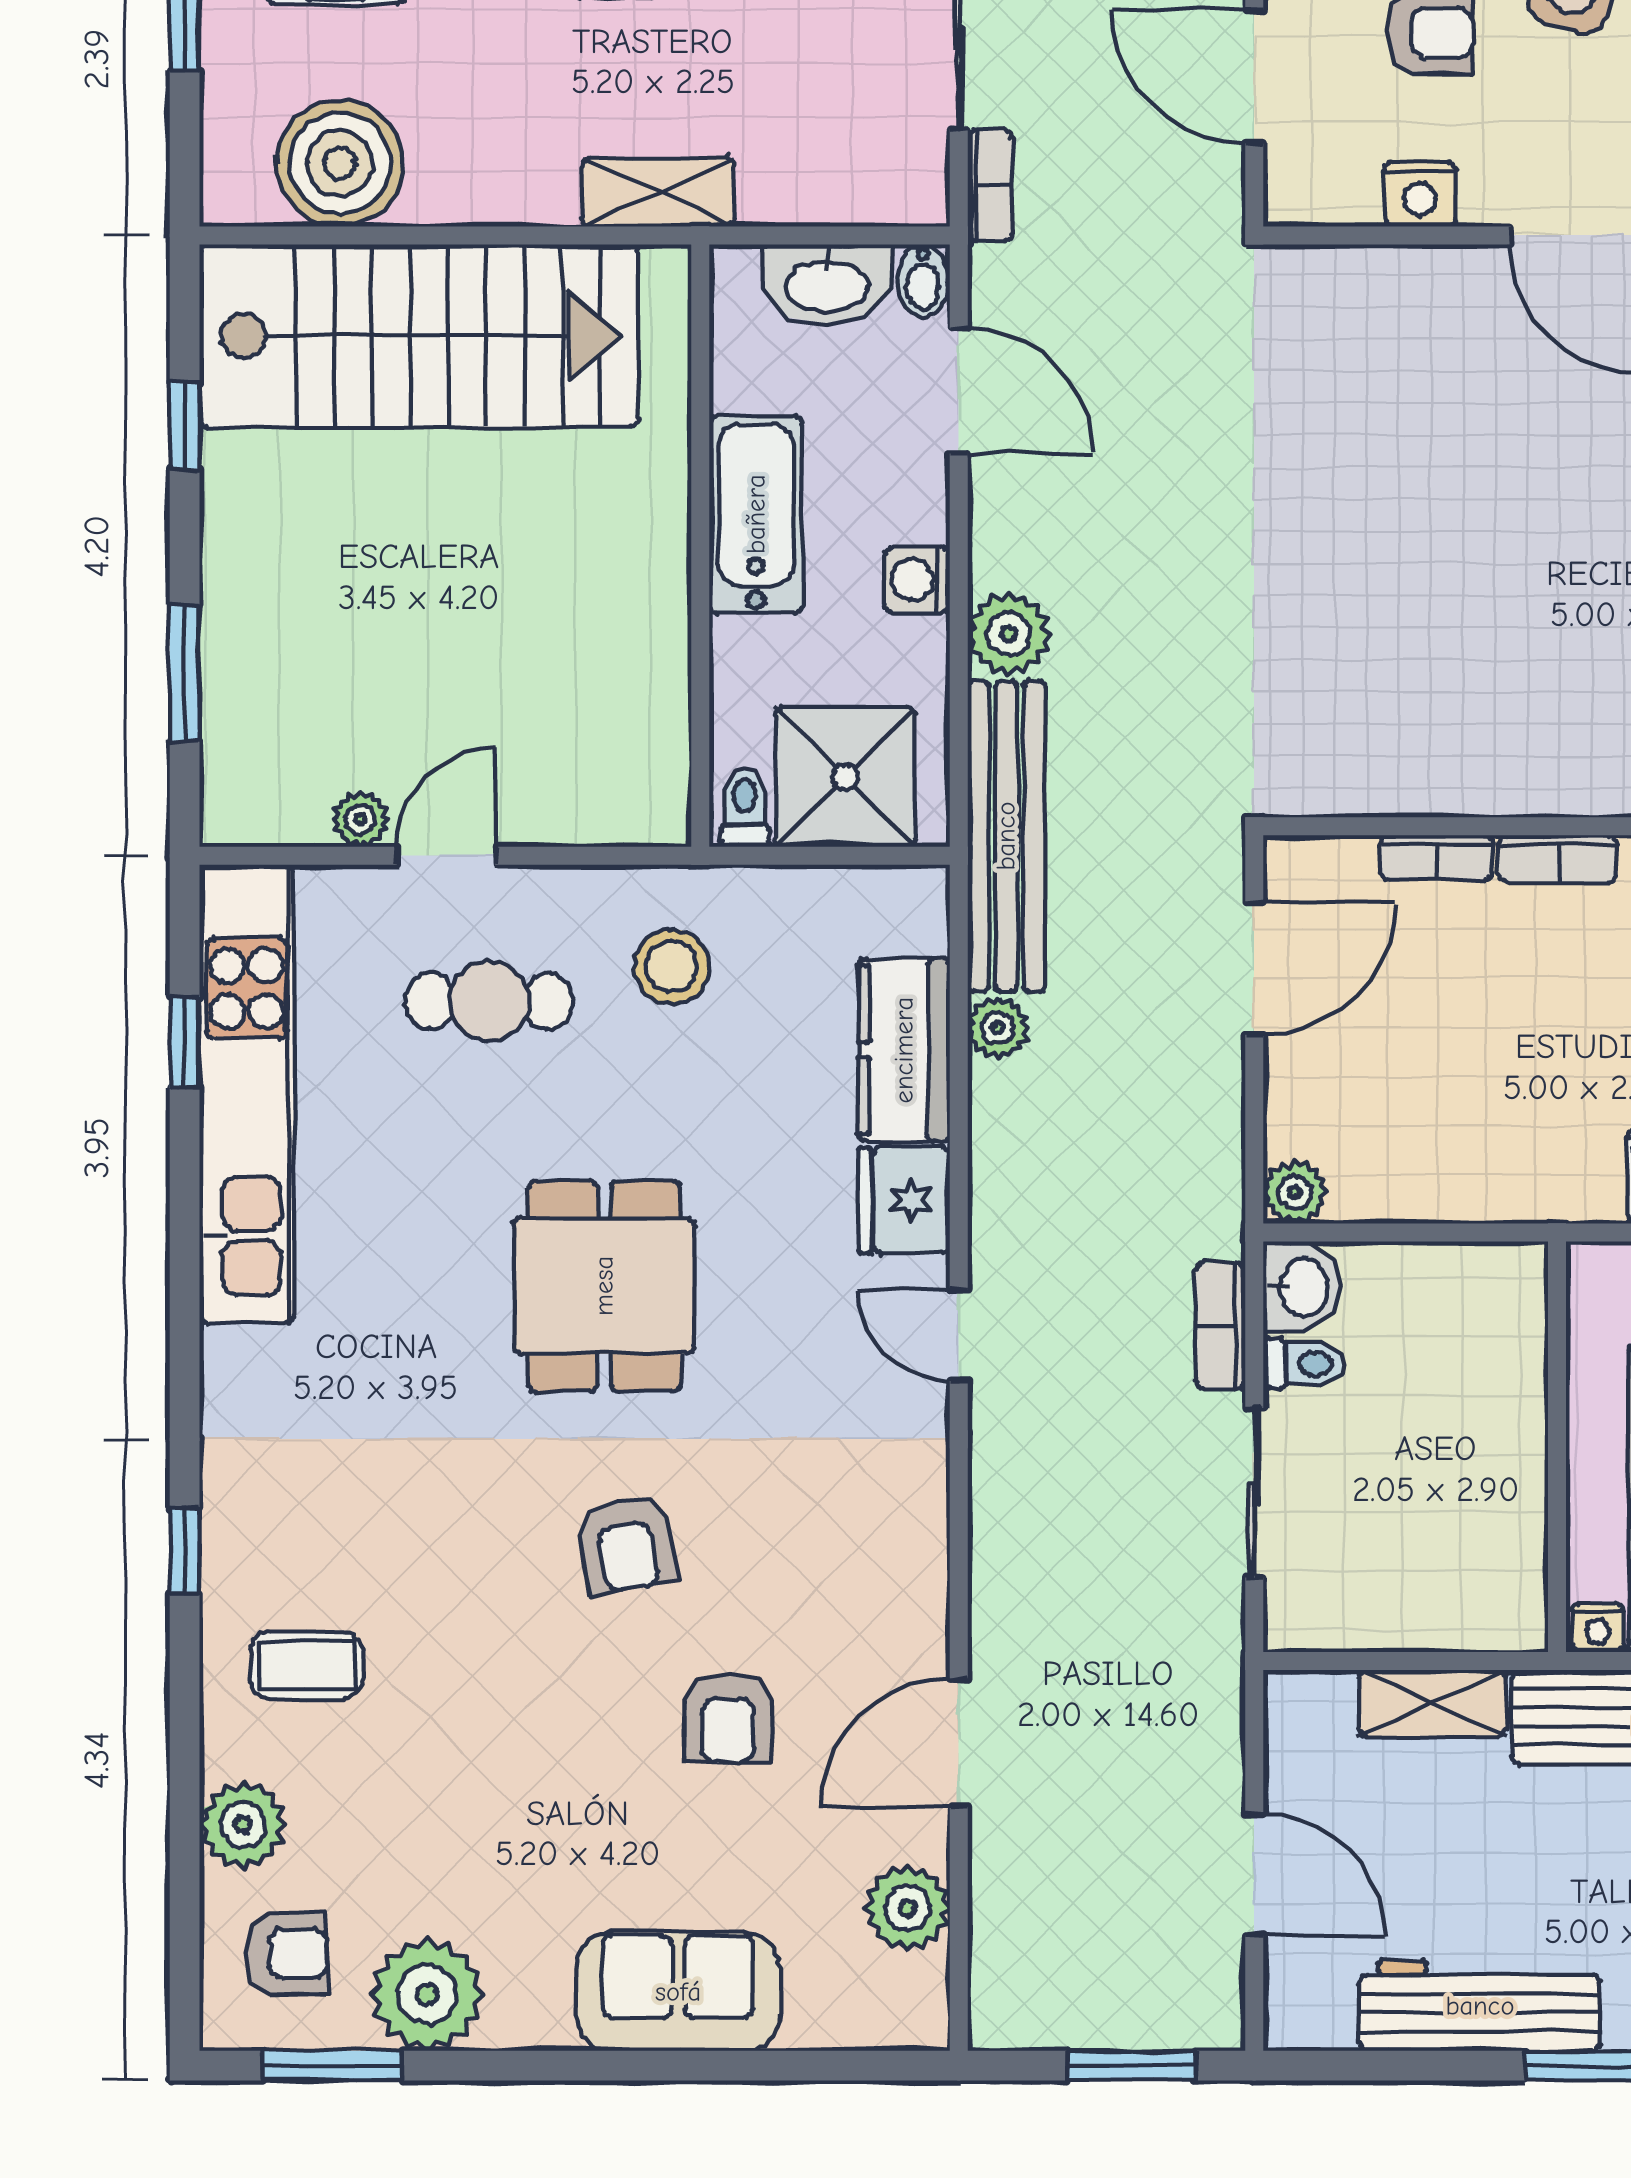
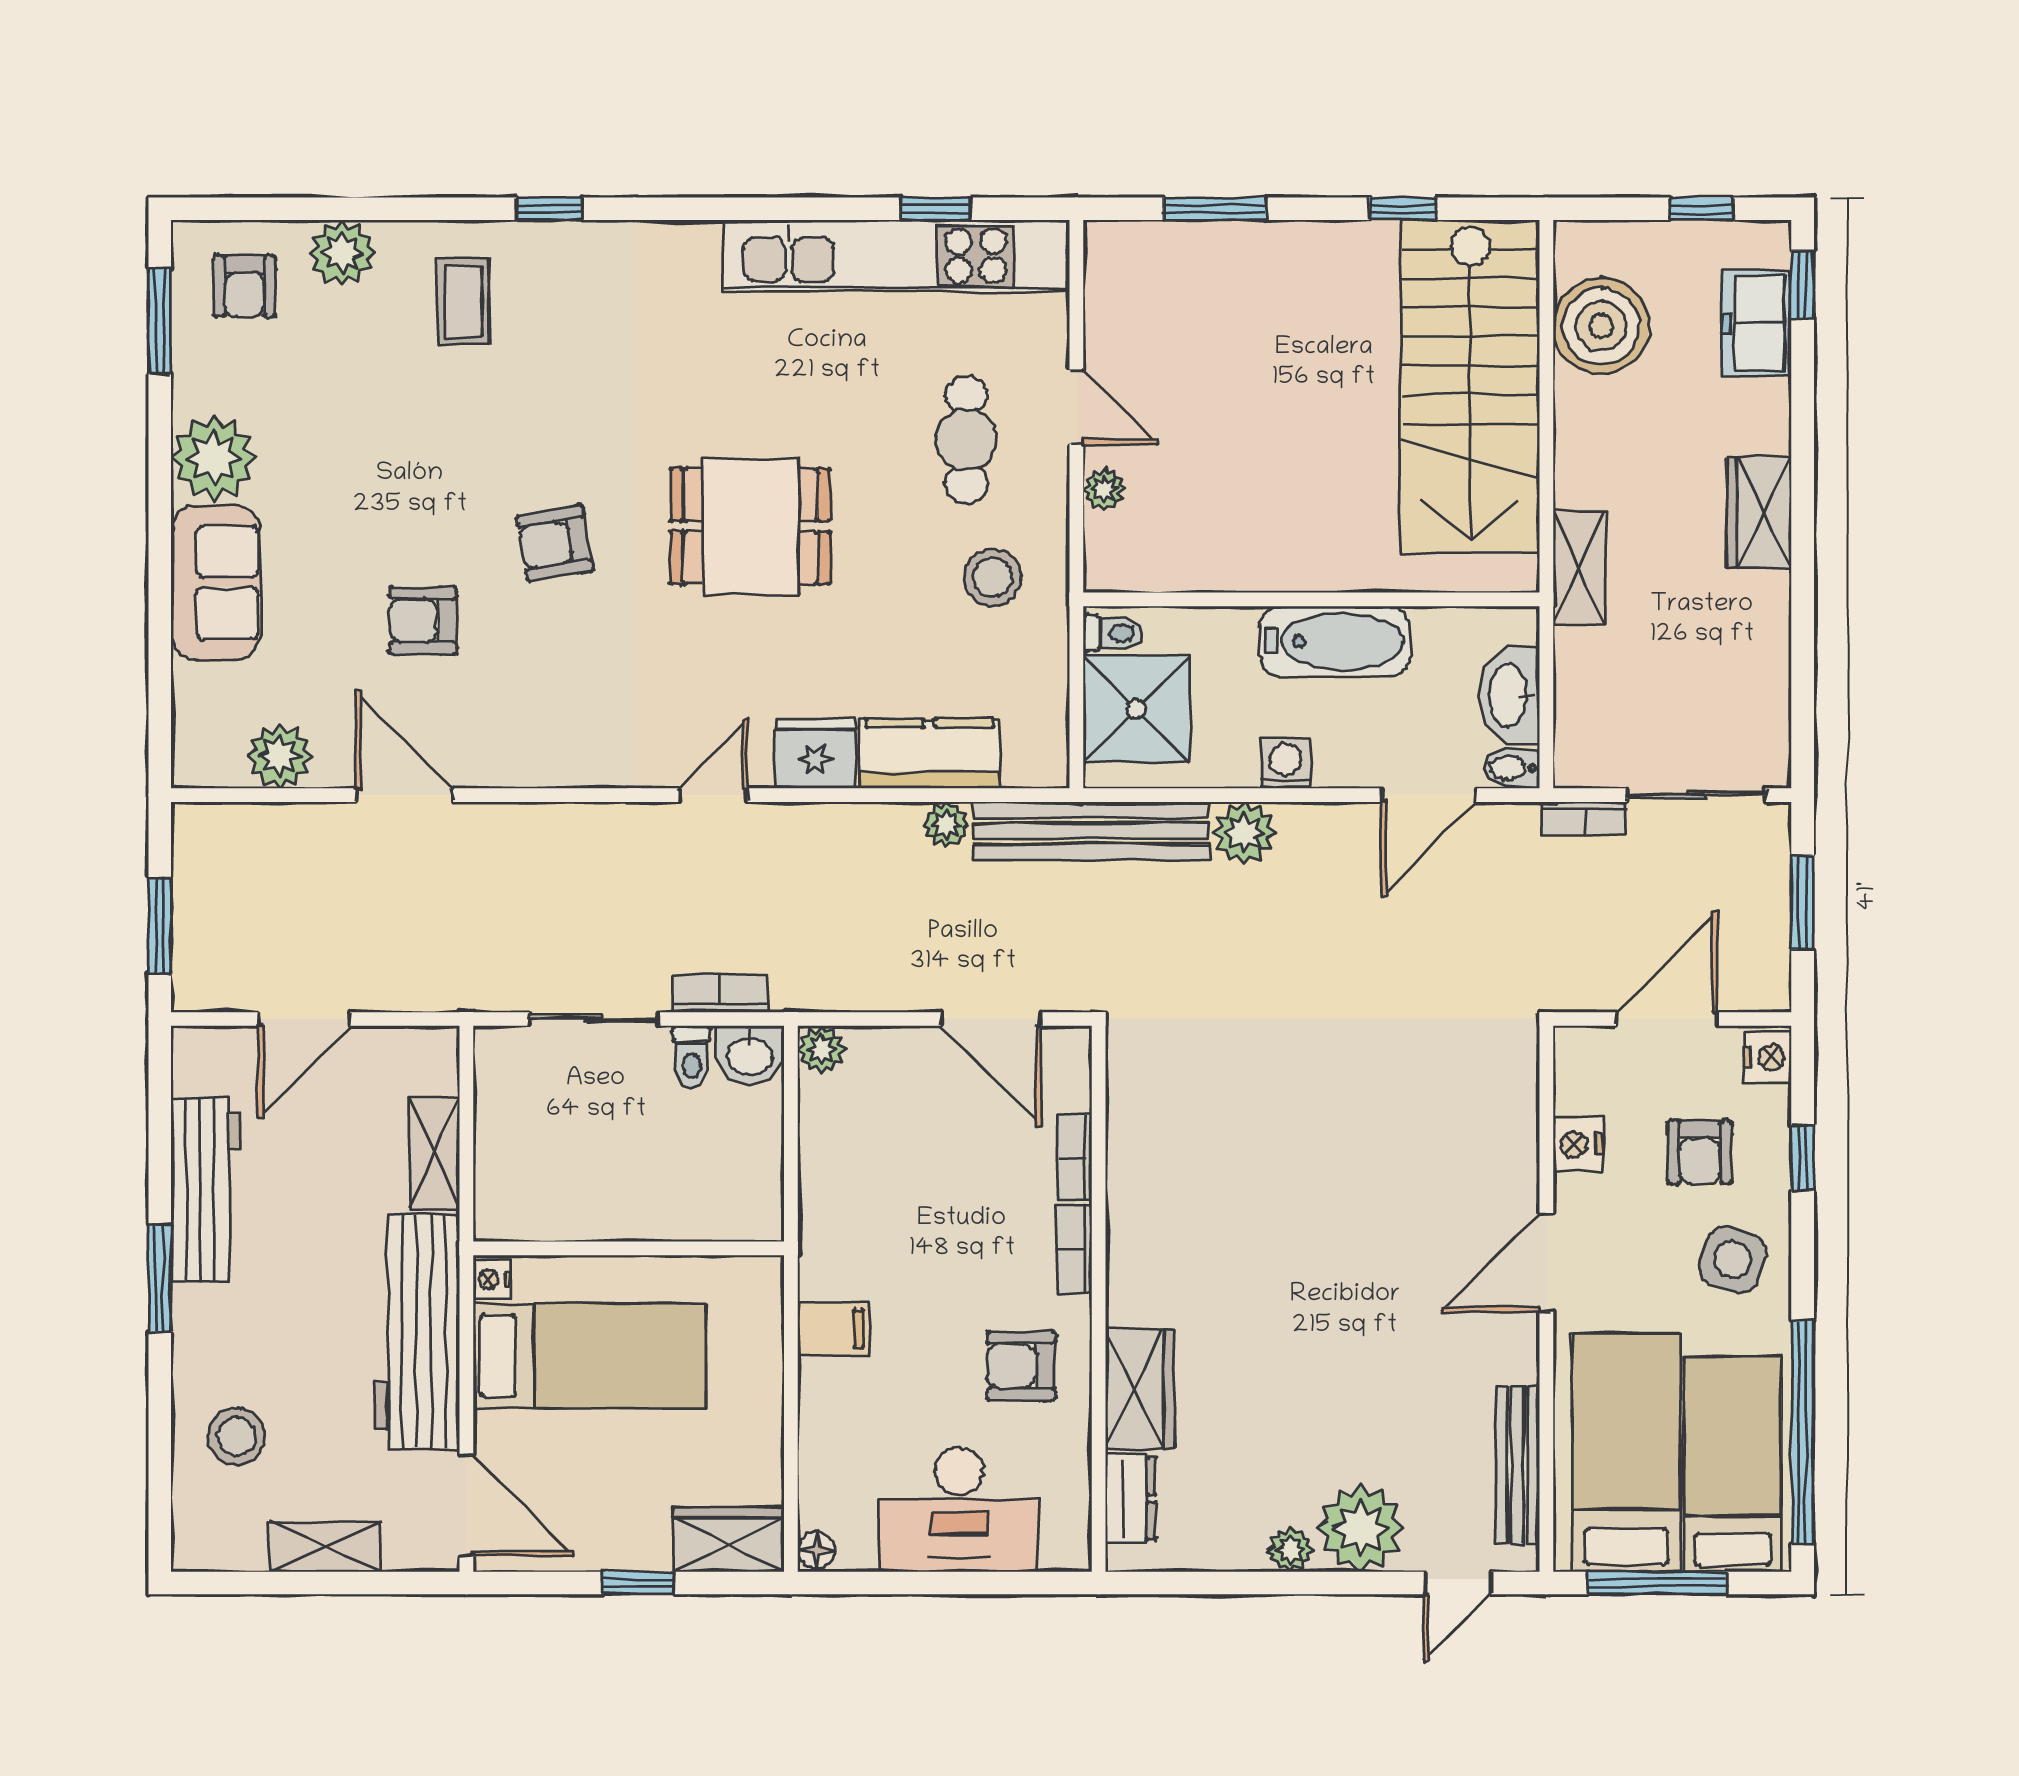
plant: (360, 819) -> (1104, 489), moved
plant: (427, 1995) -> (214, 458), moved

